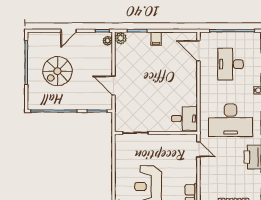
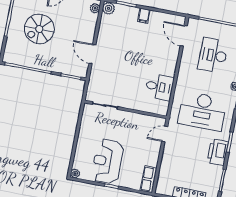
desk: (184, 119) -> (159, 87), moved
door: (198, 149) -> (165, 134), swing flipped

